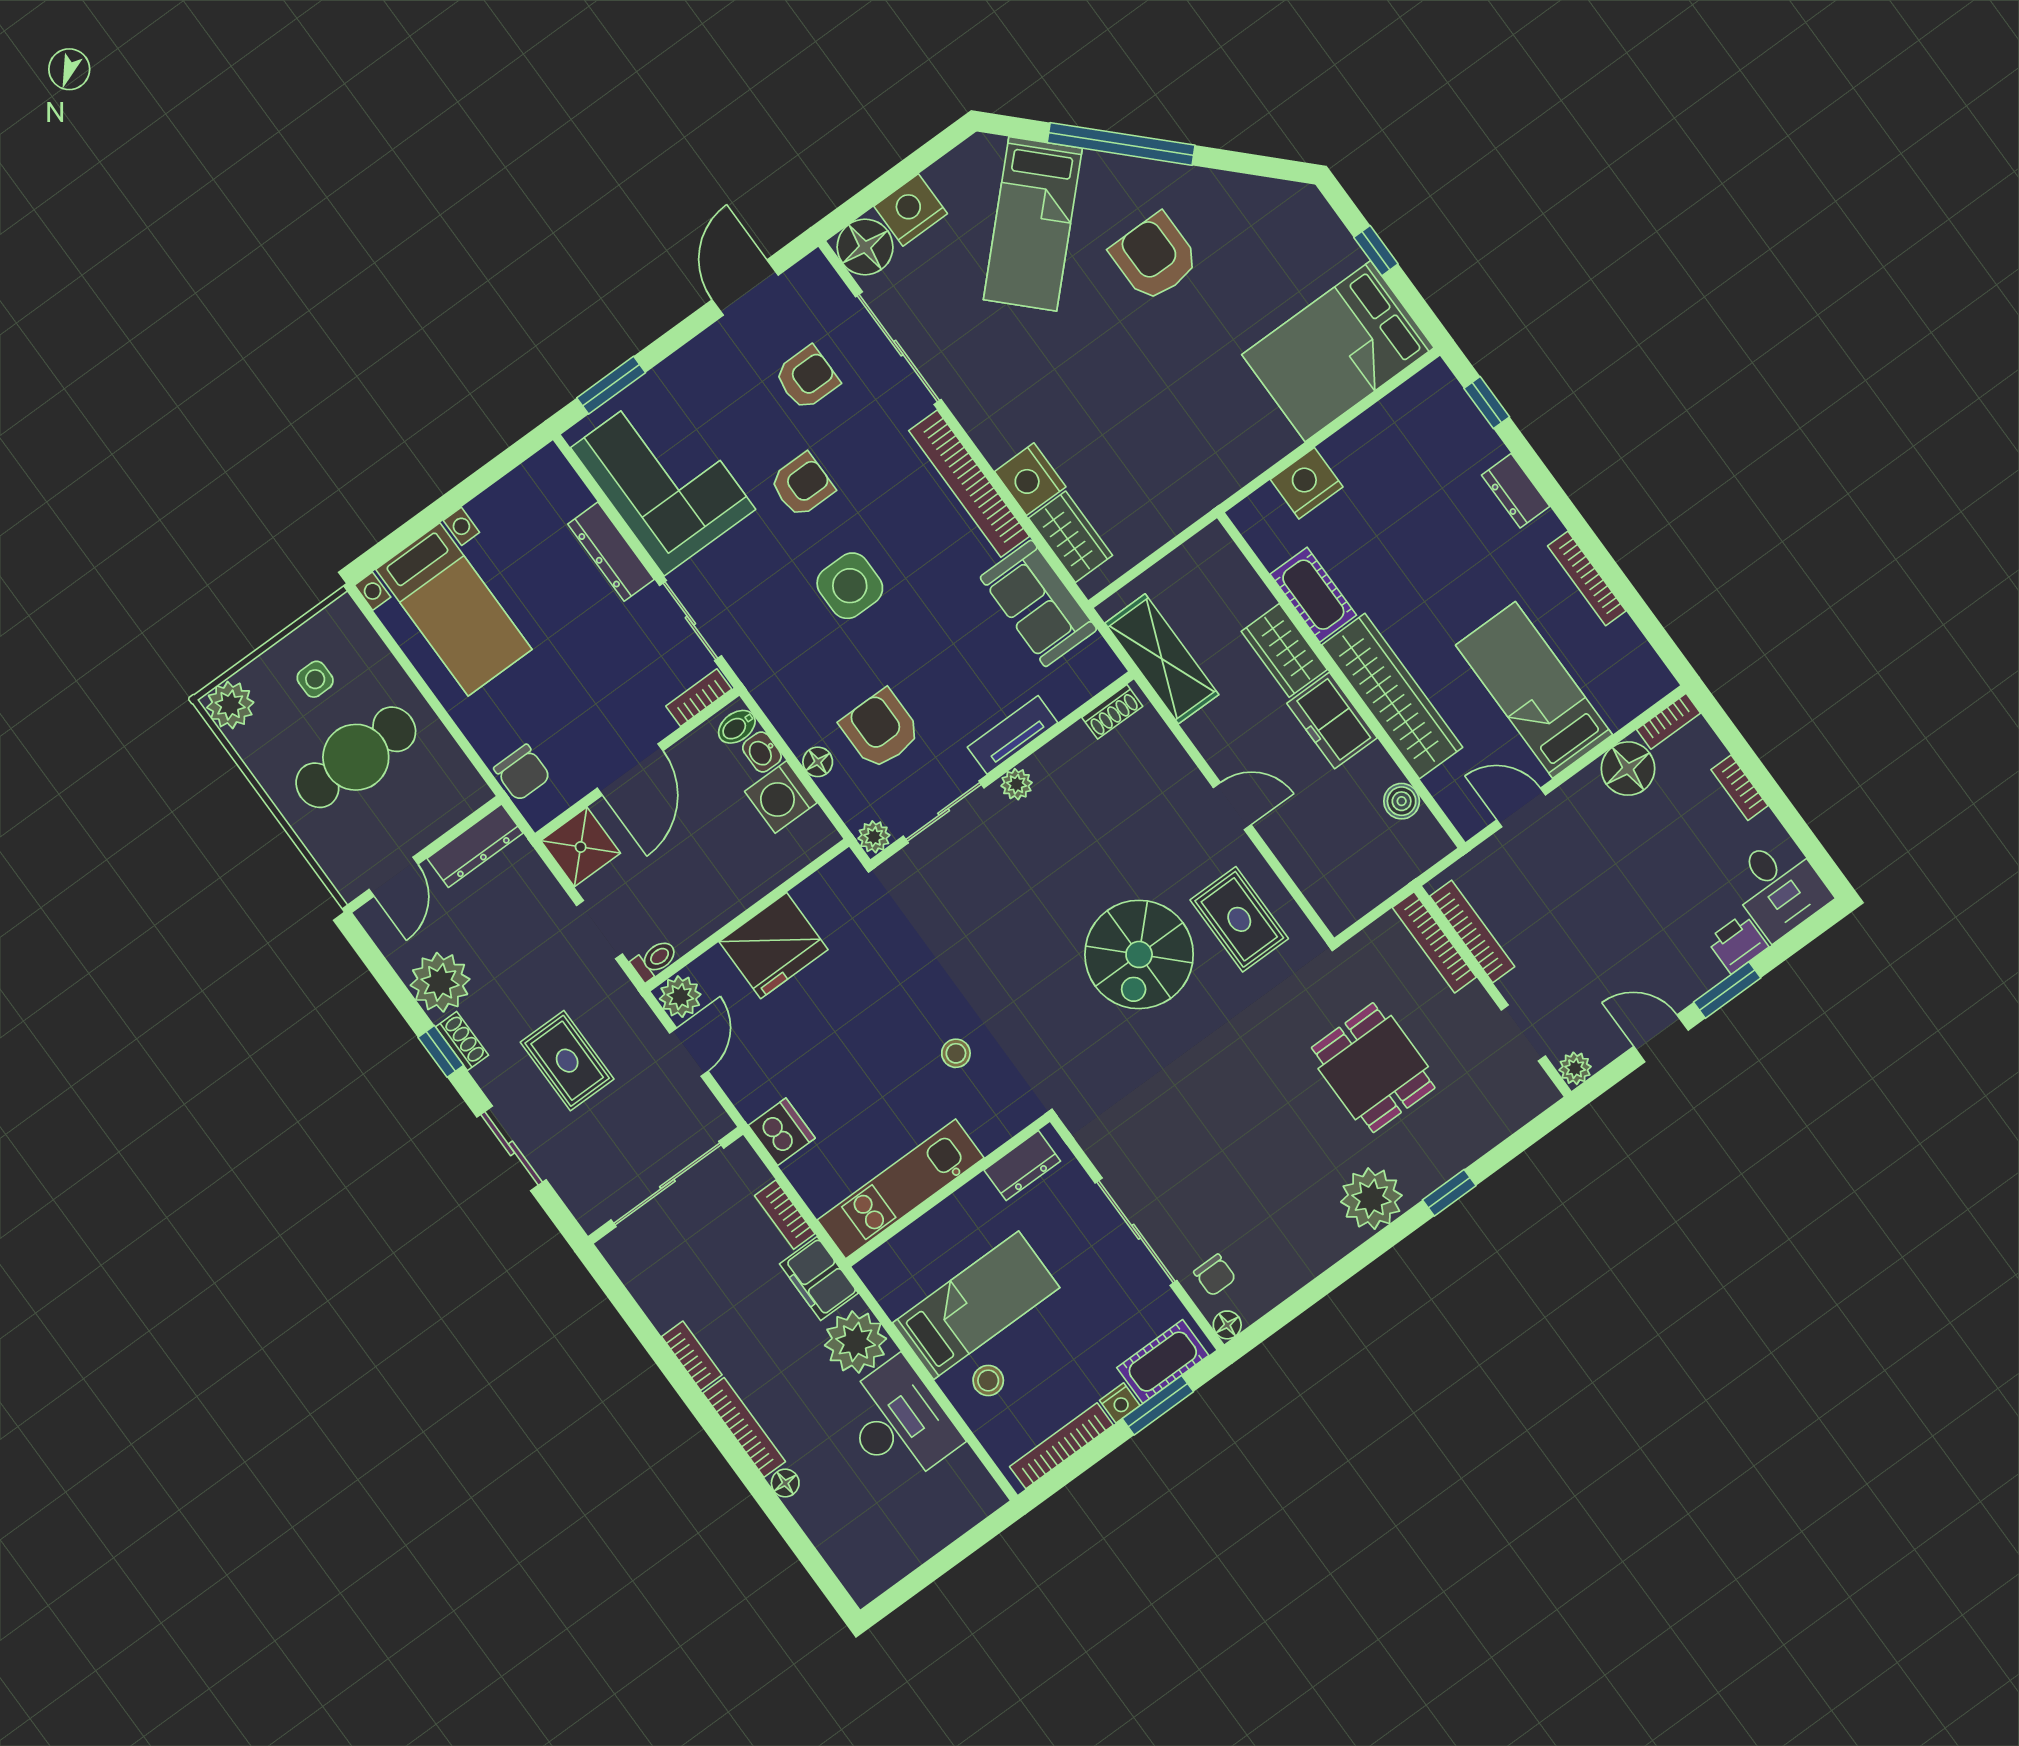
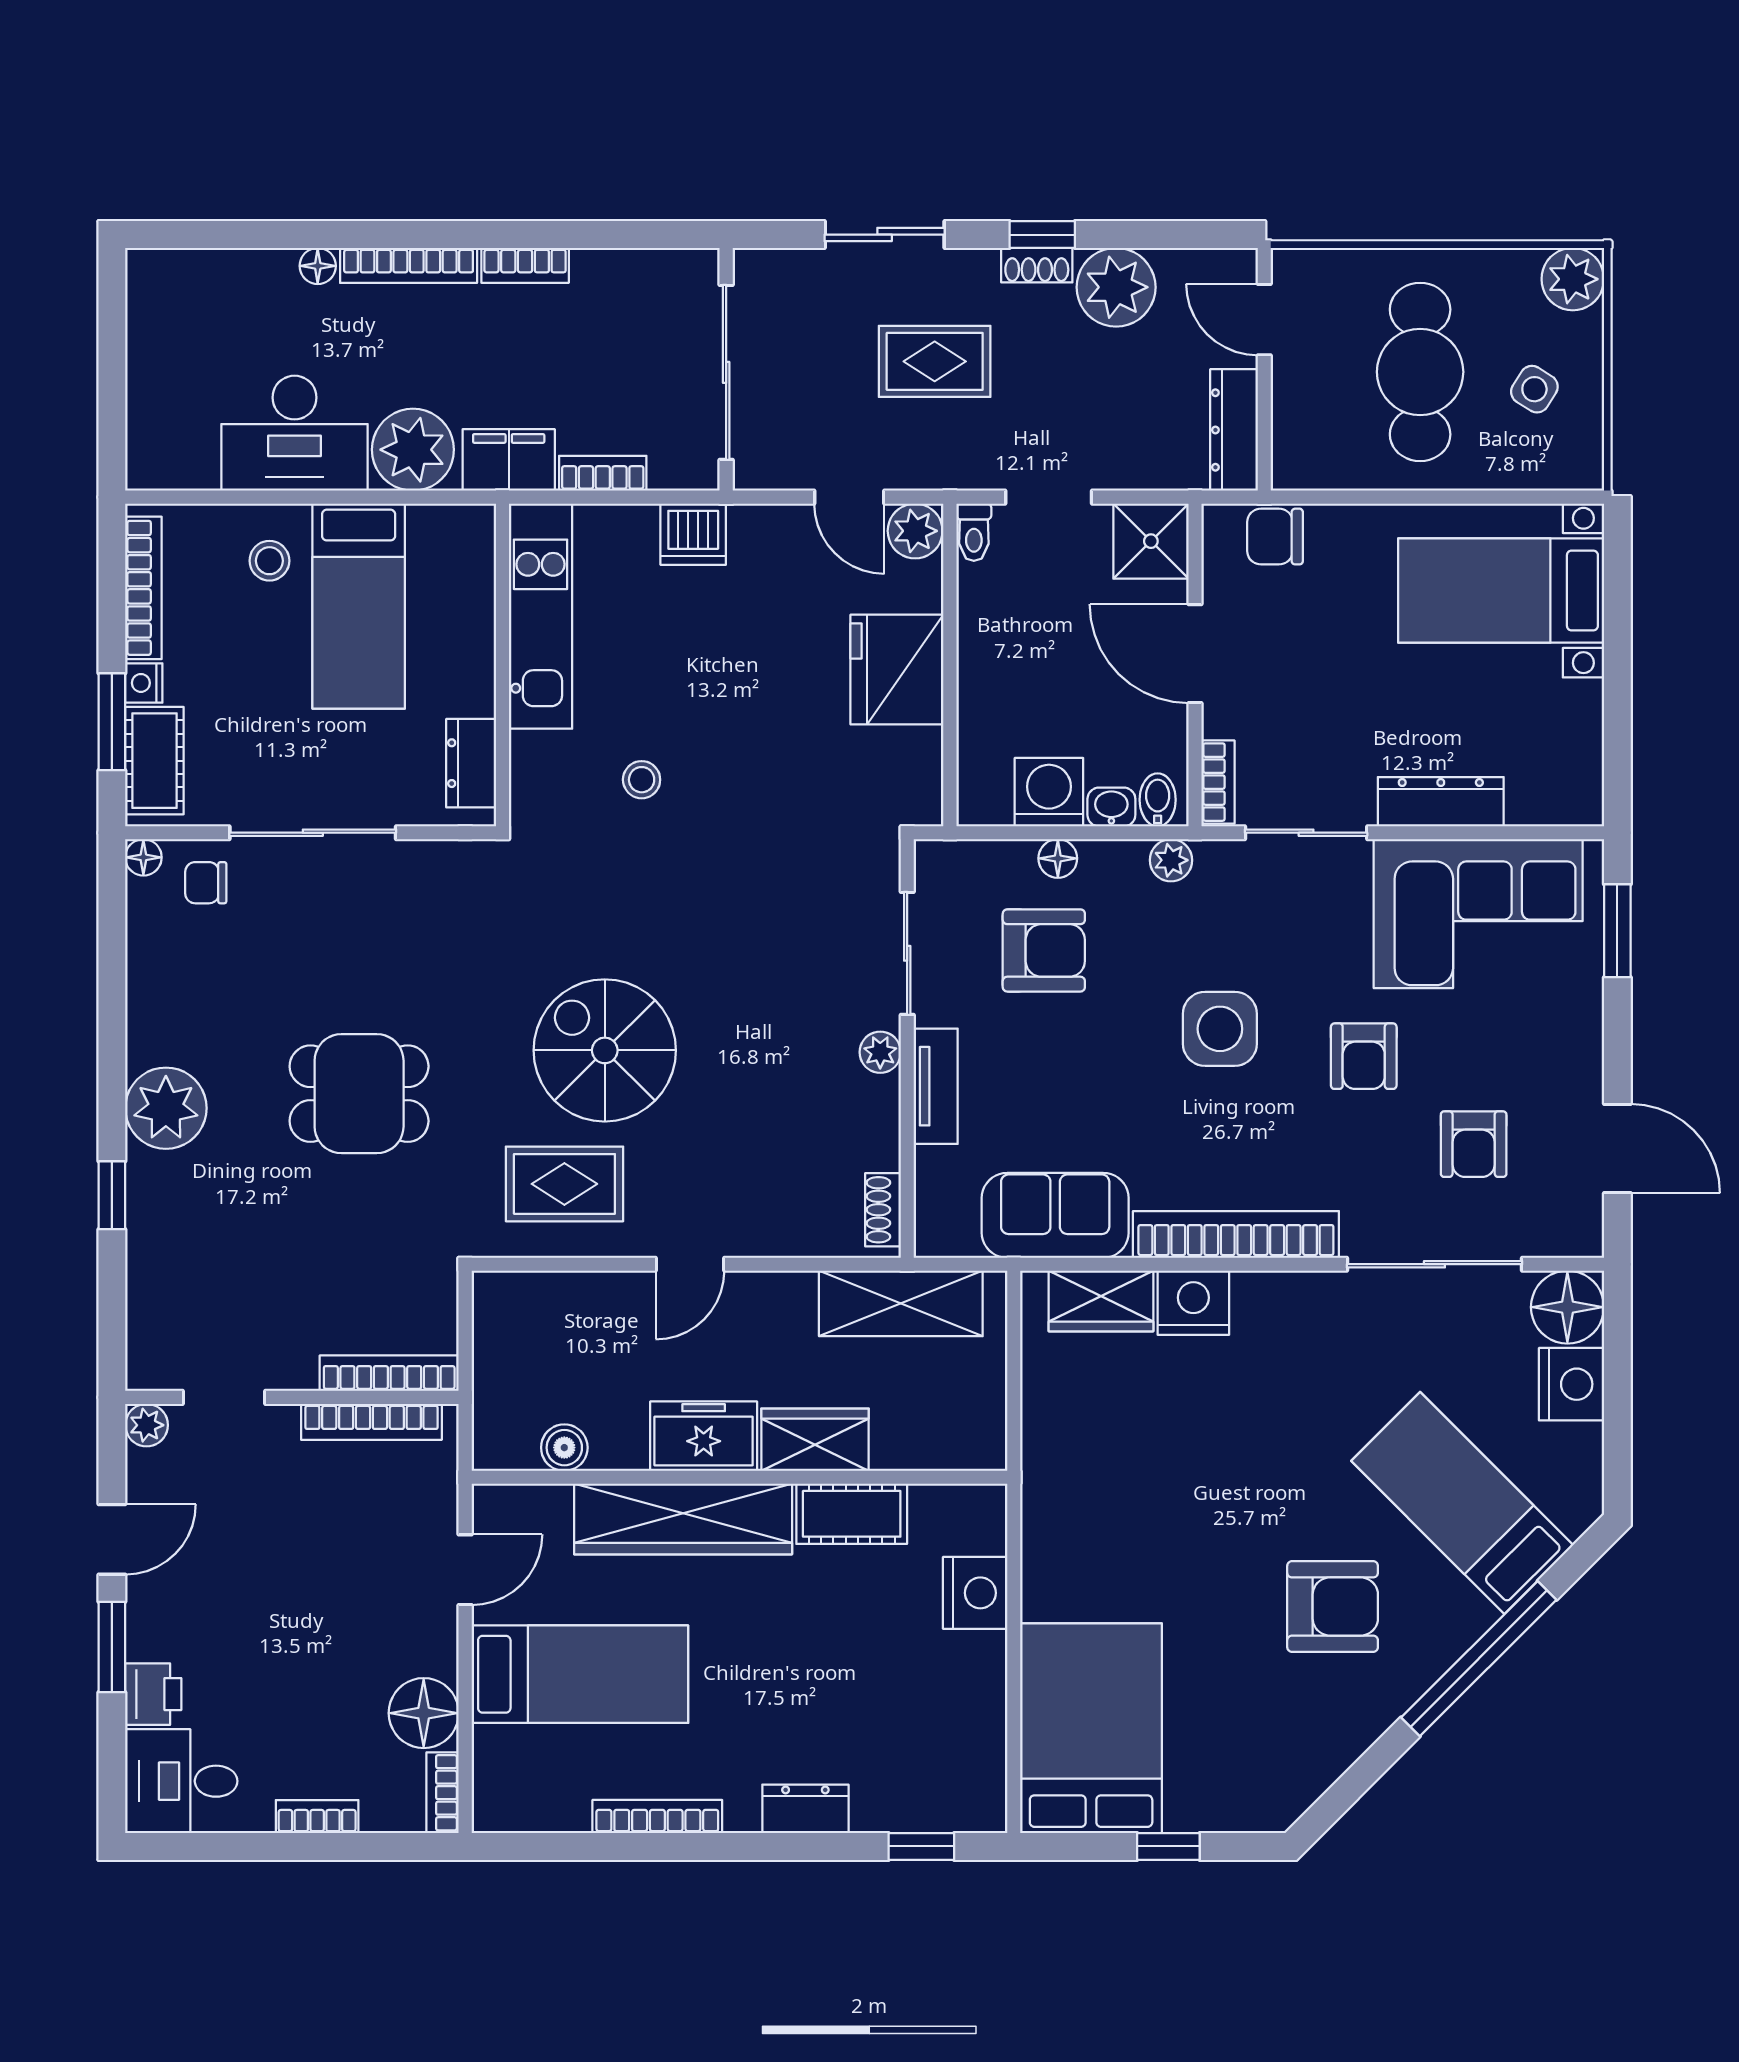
side table: (315, 679) -> (1534, 389), turned 32
plant: (874, 837) -> (1171, 860), moved
dining table: (1373, 1068) -> (359, 1094), moved

